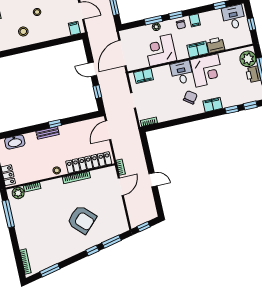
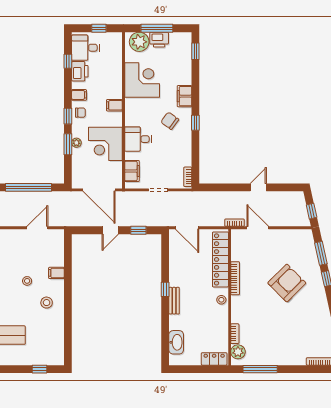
filing cabinet: (74, 28) -> (56, 273), moved
printer: (216, 45) -> (80, 71), moved, turned 180
filing cabinet: (198, 49) -> (114, 105), width x0.50
corner desk: (207, 70) -> (142, 80), moved
desk: (182, 73) -> (138, 139), moved
window: (232, 110) -> (195, 123), moved

